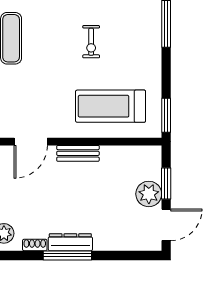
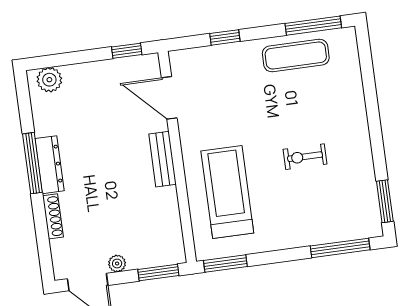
window: (166, 184) -> (158, 273), moved
plant: (149, 194) -> (117, 264), width x0.53, depth x0.53
shoe rack: (35, 245) -> (53, 216), moved, width x1.43

